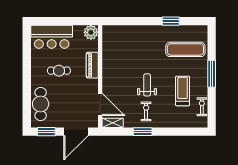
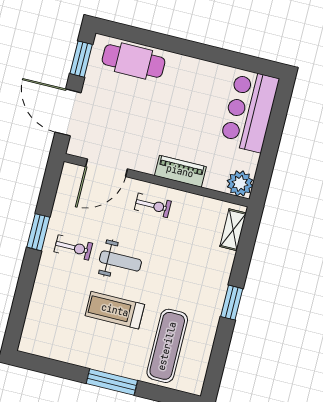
window: (171, 21) -> (232, 303), moved
cafe table: (59, 71) -> (185, 109), removed
treadmill: (183, 91) -> (115, 310), moved, turned 180
exercise bike: (202, 107) -> (153, 205), moved
shelving: (113, 123) -> (233, 230), moved

